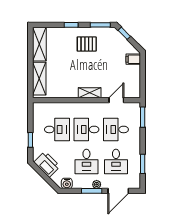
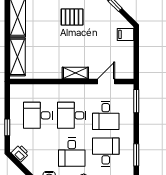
desk: (57, 129) -> (38, 115), turned 180
desk: (116, 129) -> (106, 115), turned -90
desk: (116, 162) -> (106, 152), turned 180
printer: (47, 164) -> (20, 153), width x0.53, depth x0.68

